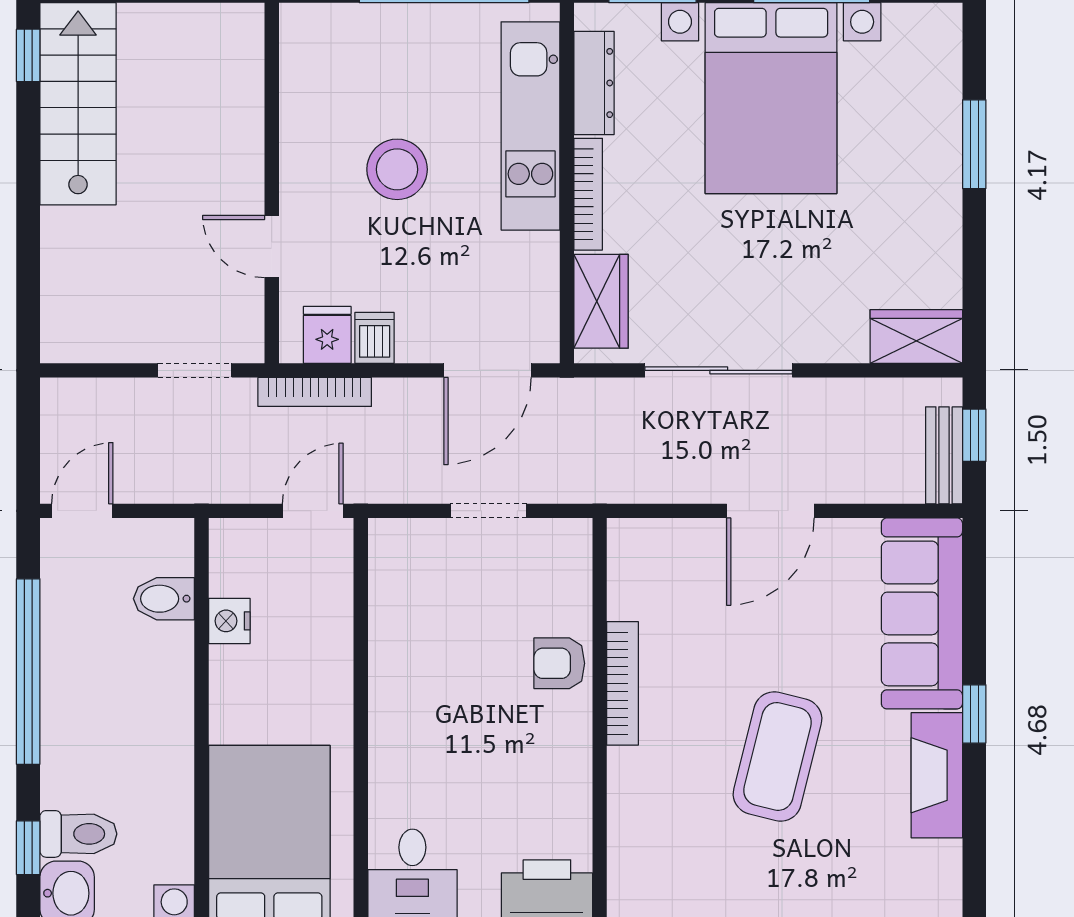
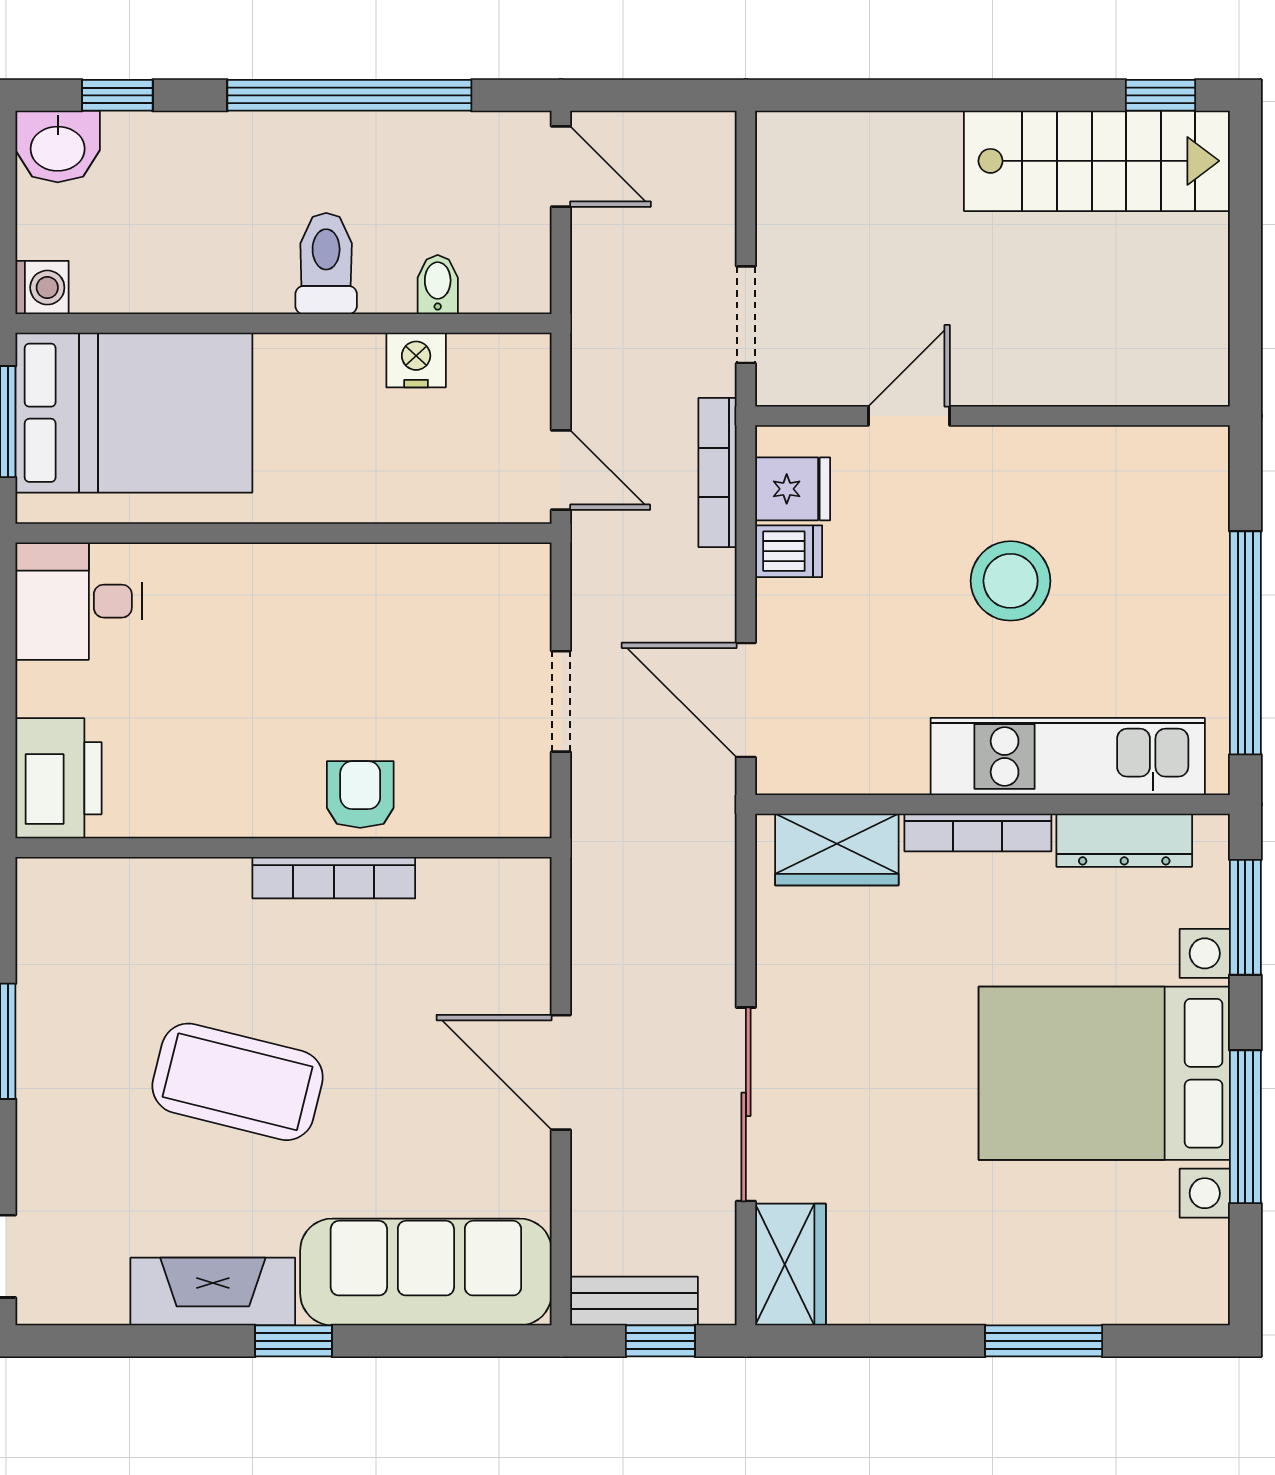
sliding door: (719, 370) -> (746, 1104), moved
bidet: (164, 599) -> (438, 285), width x0.72, depth x0.74
toilet: (78, 834) -> (326, 264), moved, turned 180

